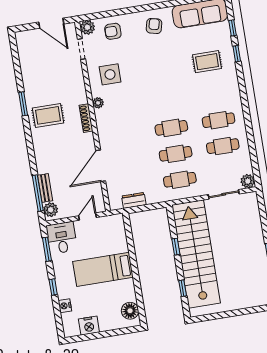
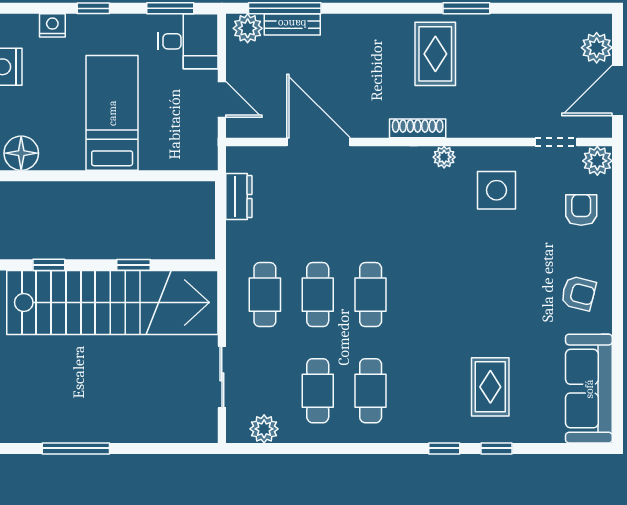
window: (233, 28) -> (444, 448), moved
plant: (32, 37) -> (597, 48), added
plant: (248, 181) -> (264, 429), moved

